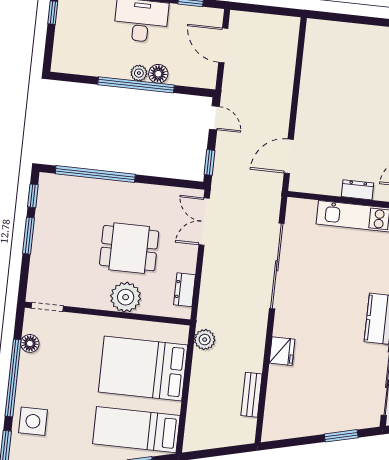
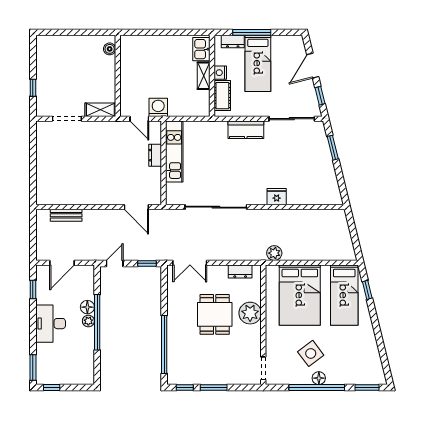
floor lamp: (30, 343) -> (319, 378), moved
bench: (251, 395) -> (66, 215), moved
side table: (33, 421) -> (311, 353), moved, turned -37

